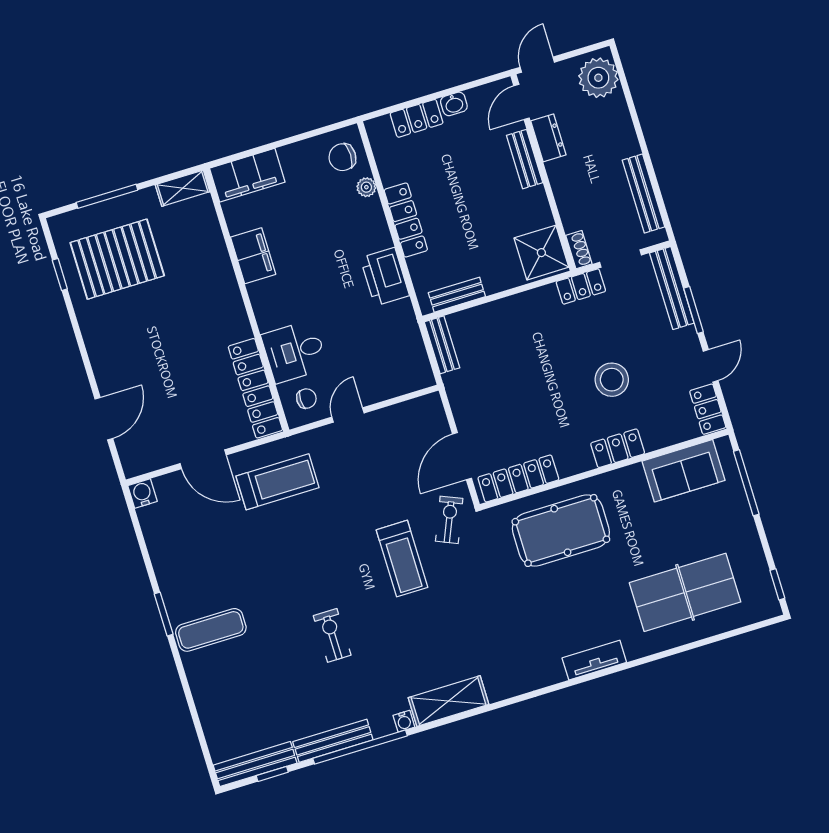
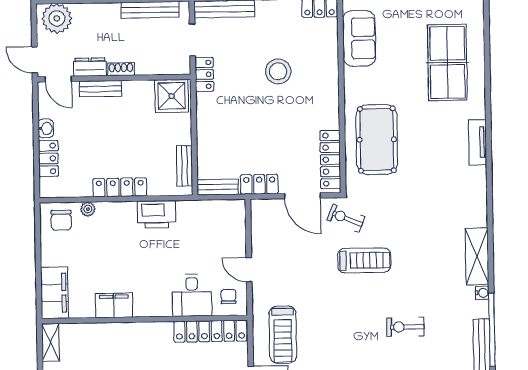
shoe rack: (579, 250) -> (121, 69), moved
locker: (618, 448) -> (259, 184), moved, turned 90
treadmill: (277, 482) -> (283, 335), turned 180

